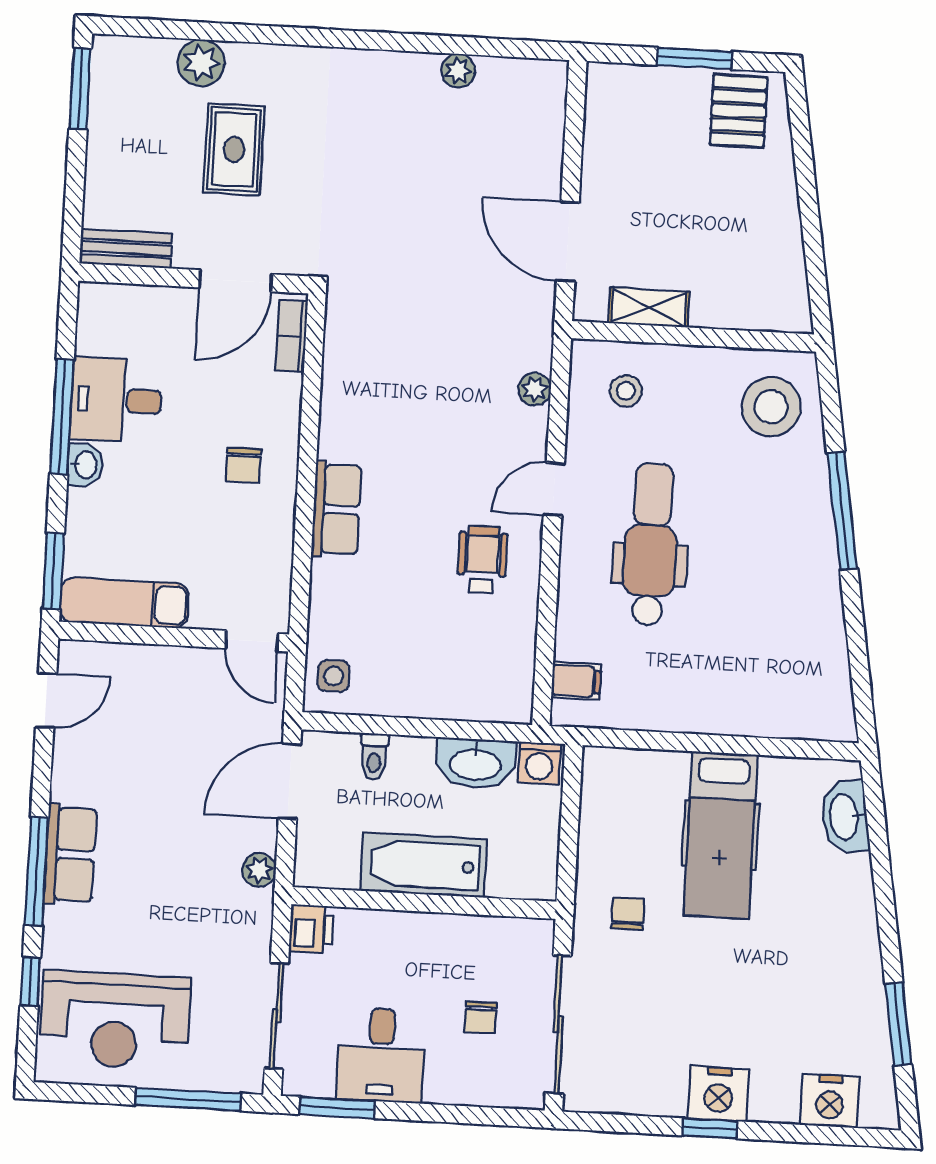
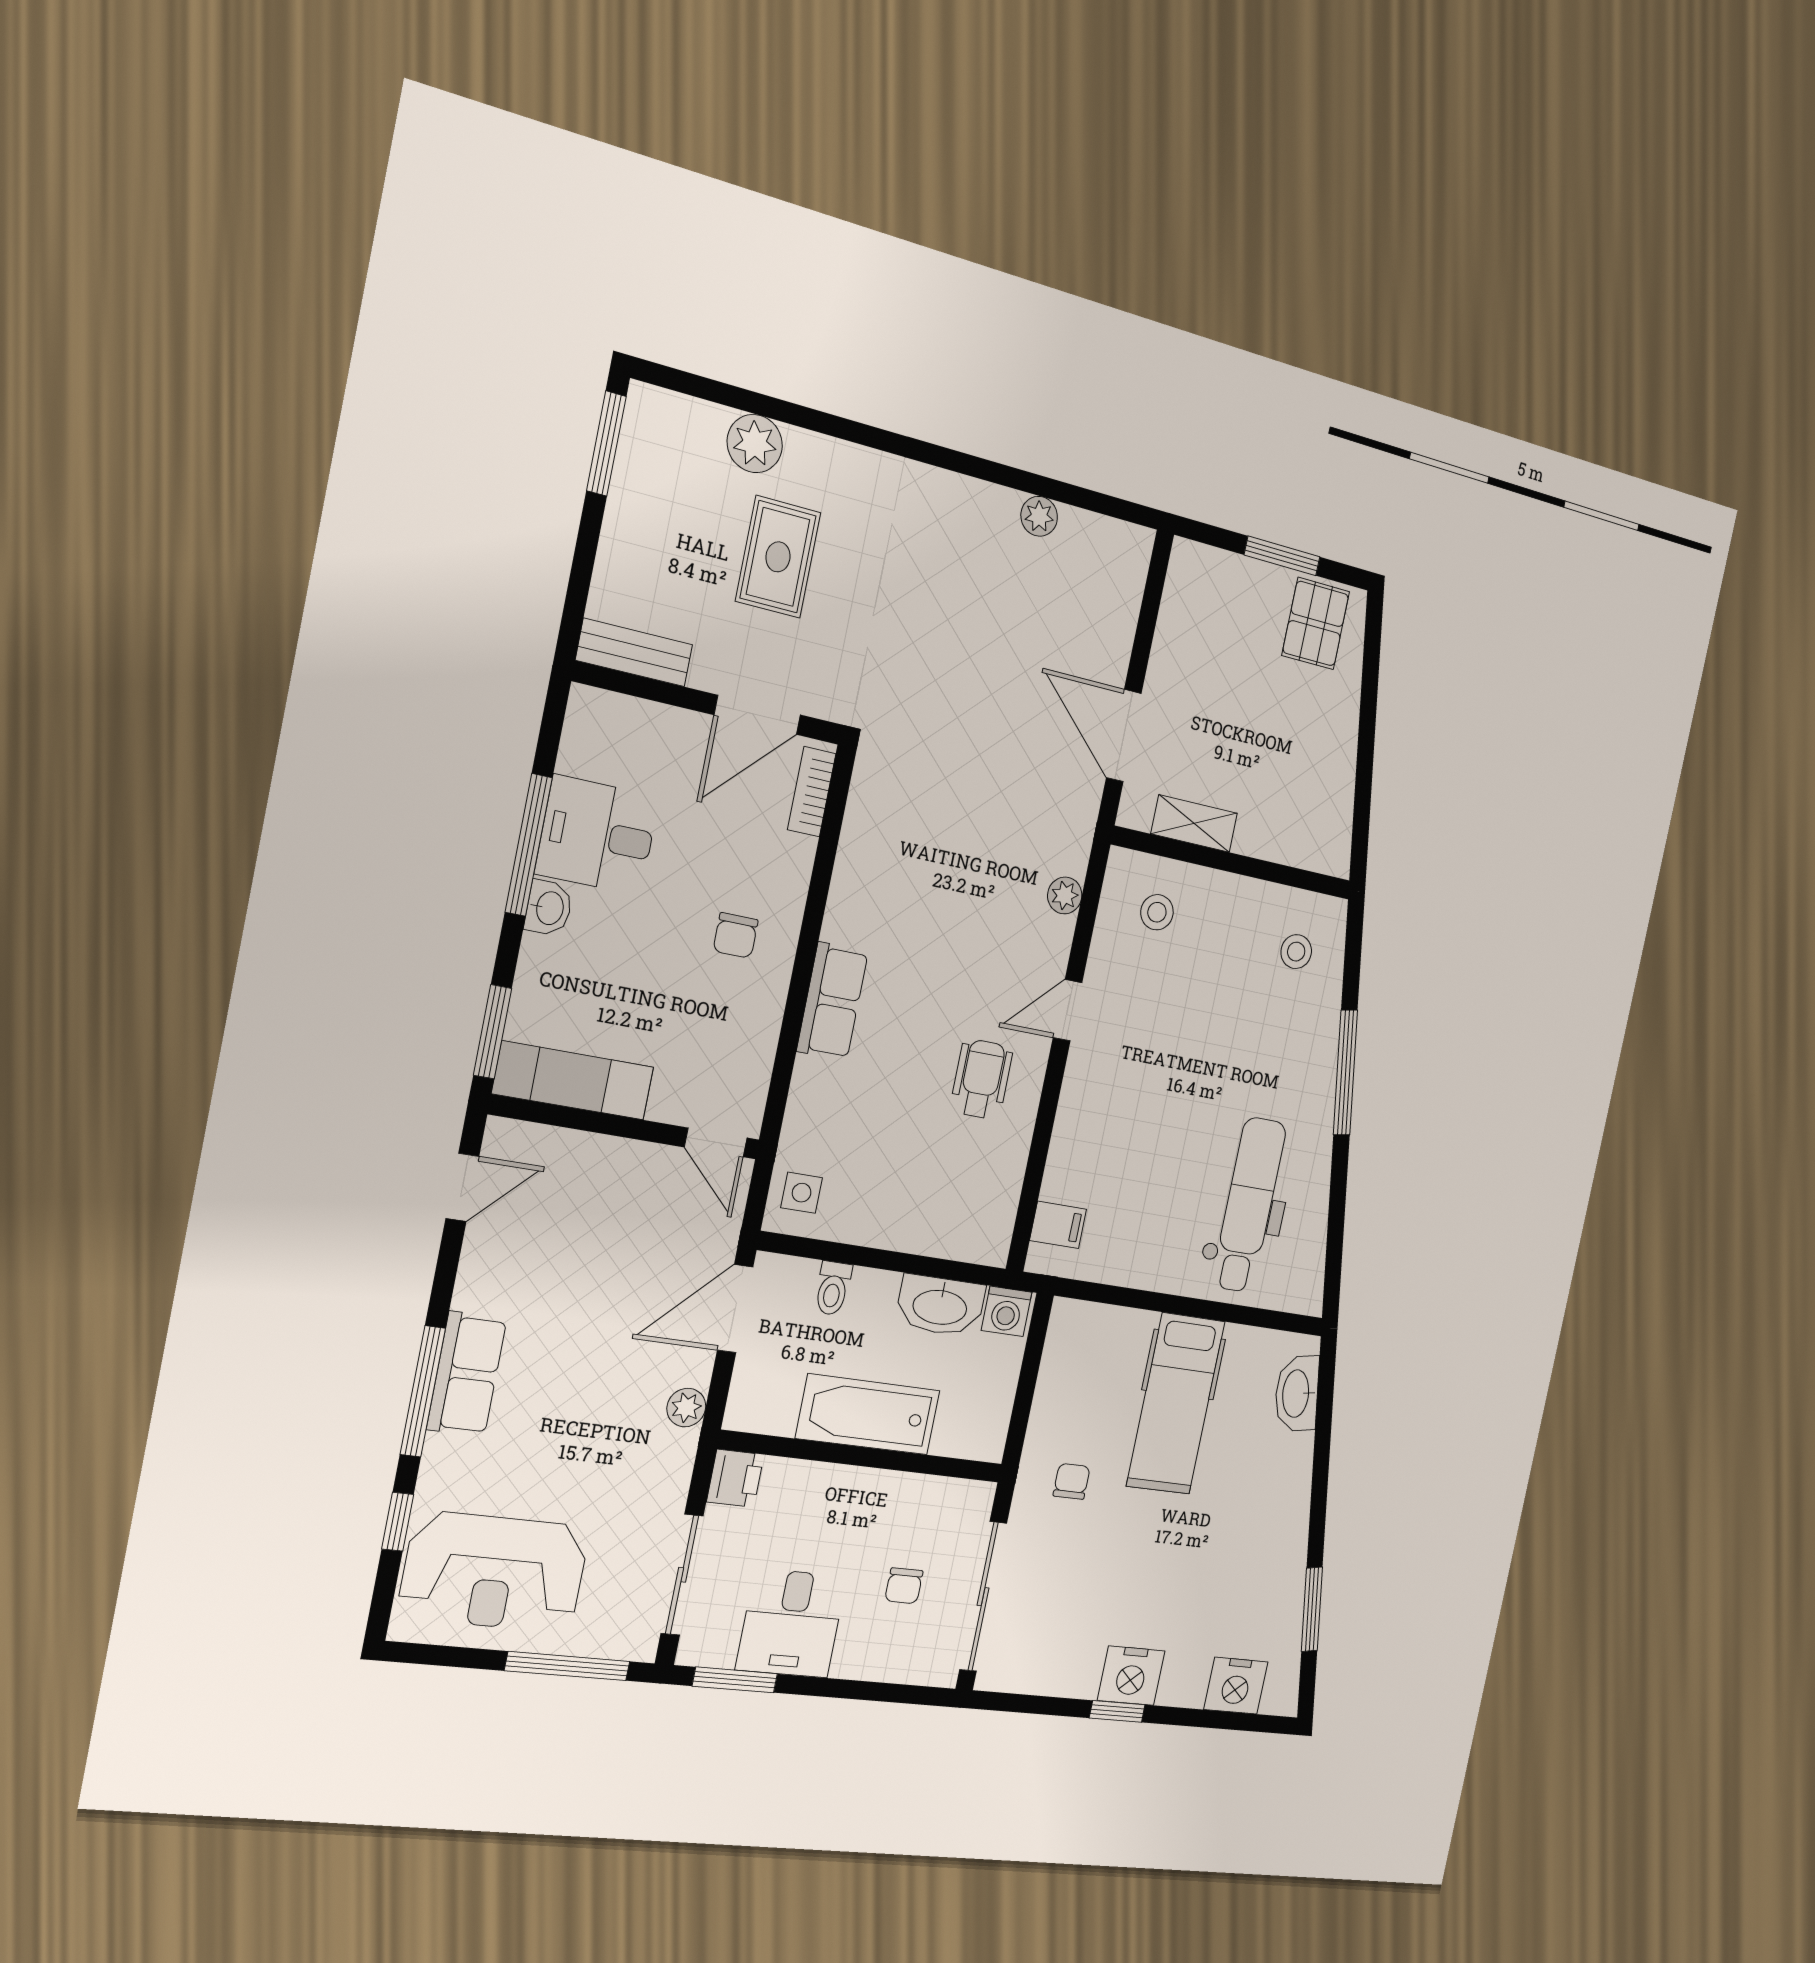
stool: (771, 407) -> (1296, 952), width x0.53, depth x0.53
dental chair: (651, 544) -> (1249, 1205), moved

